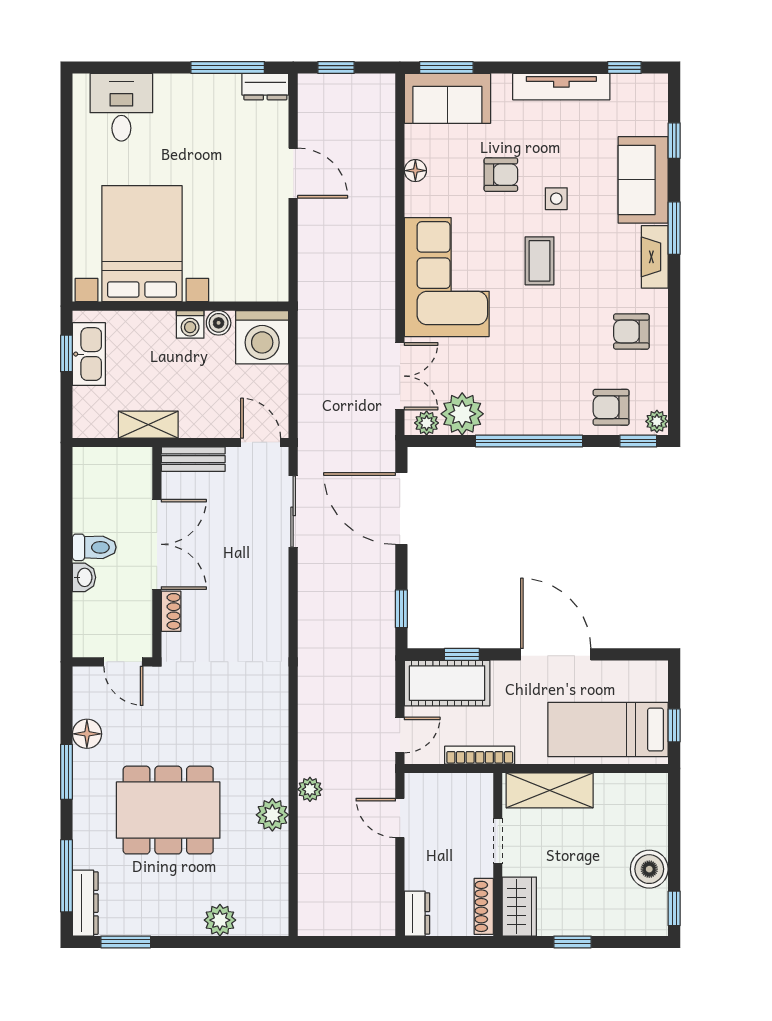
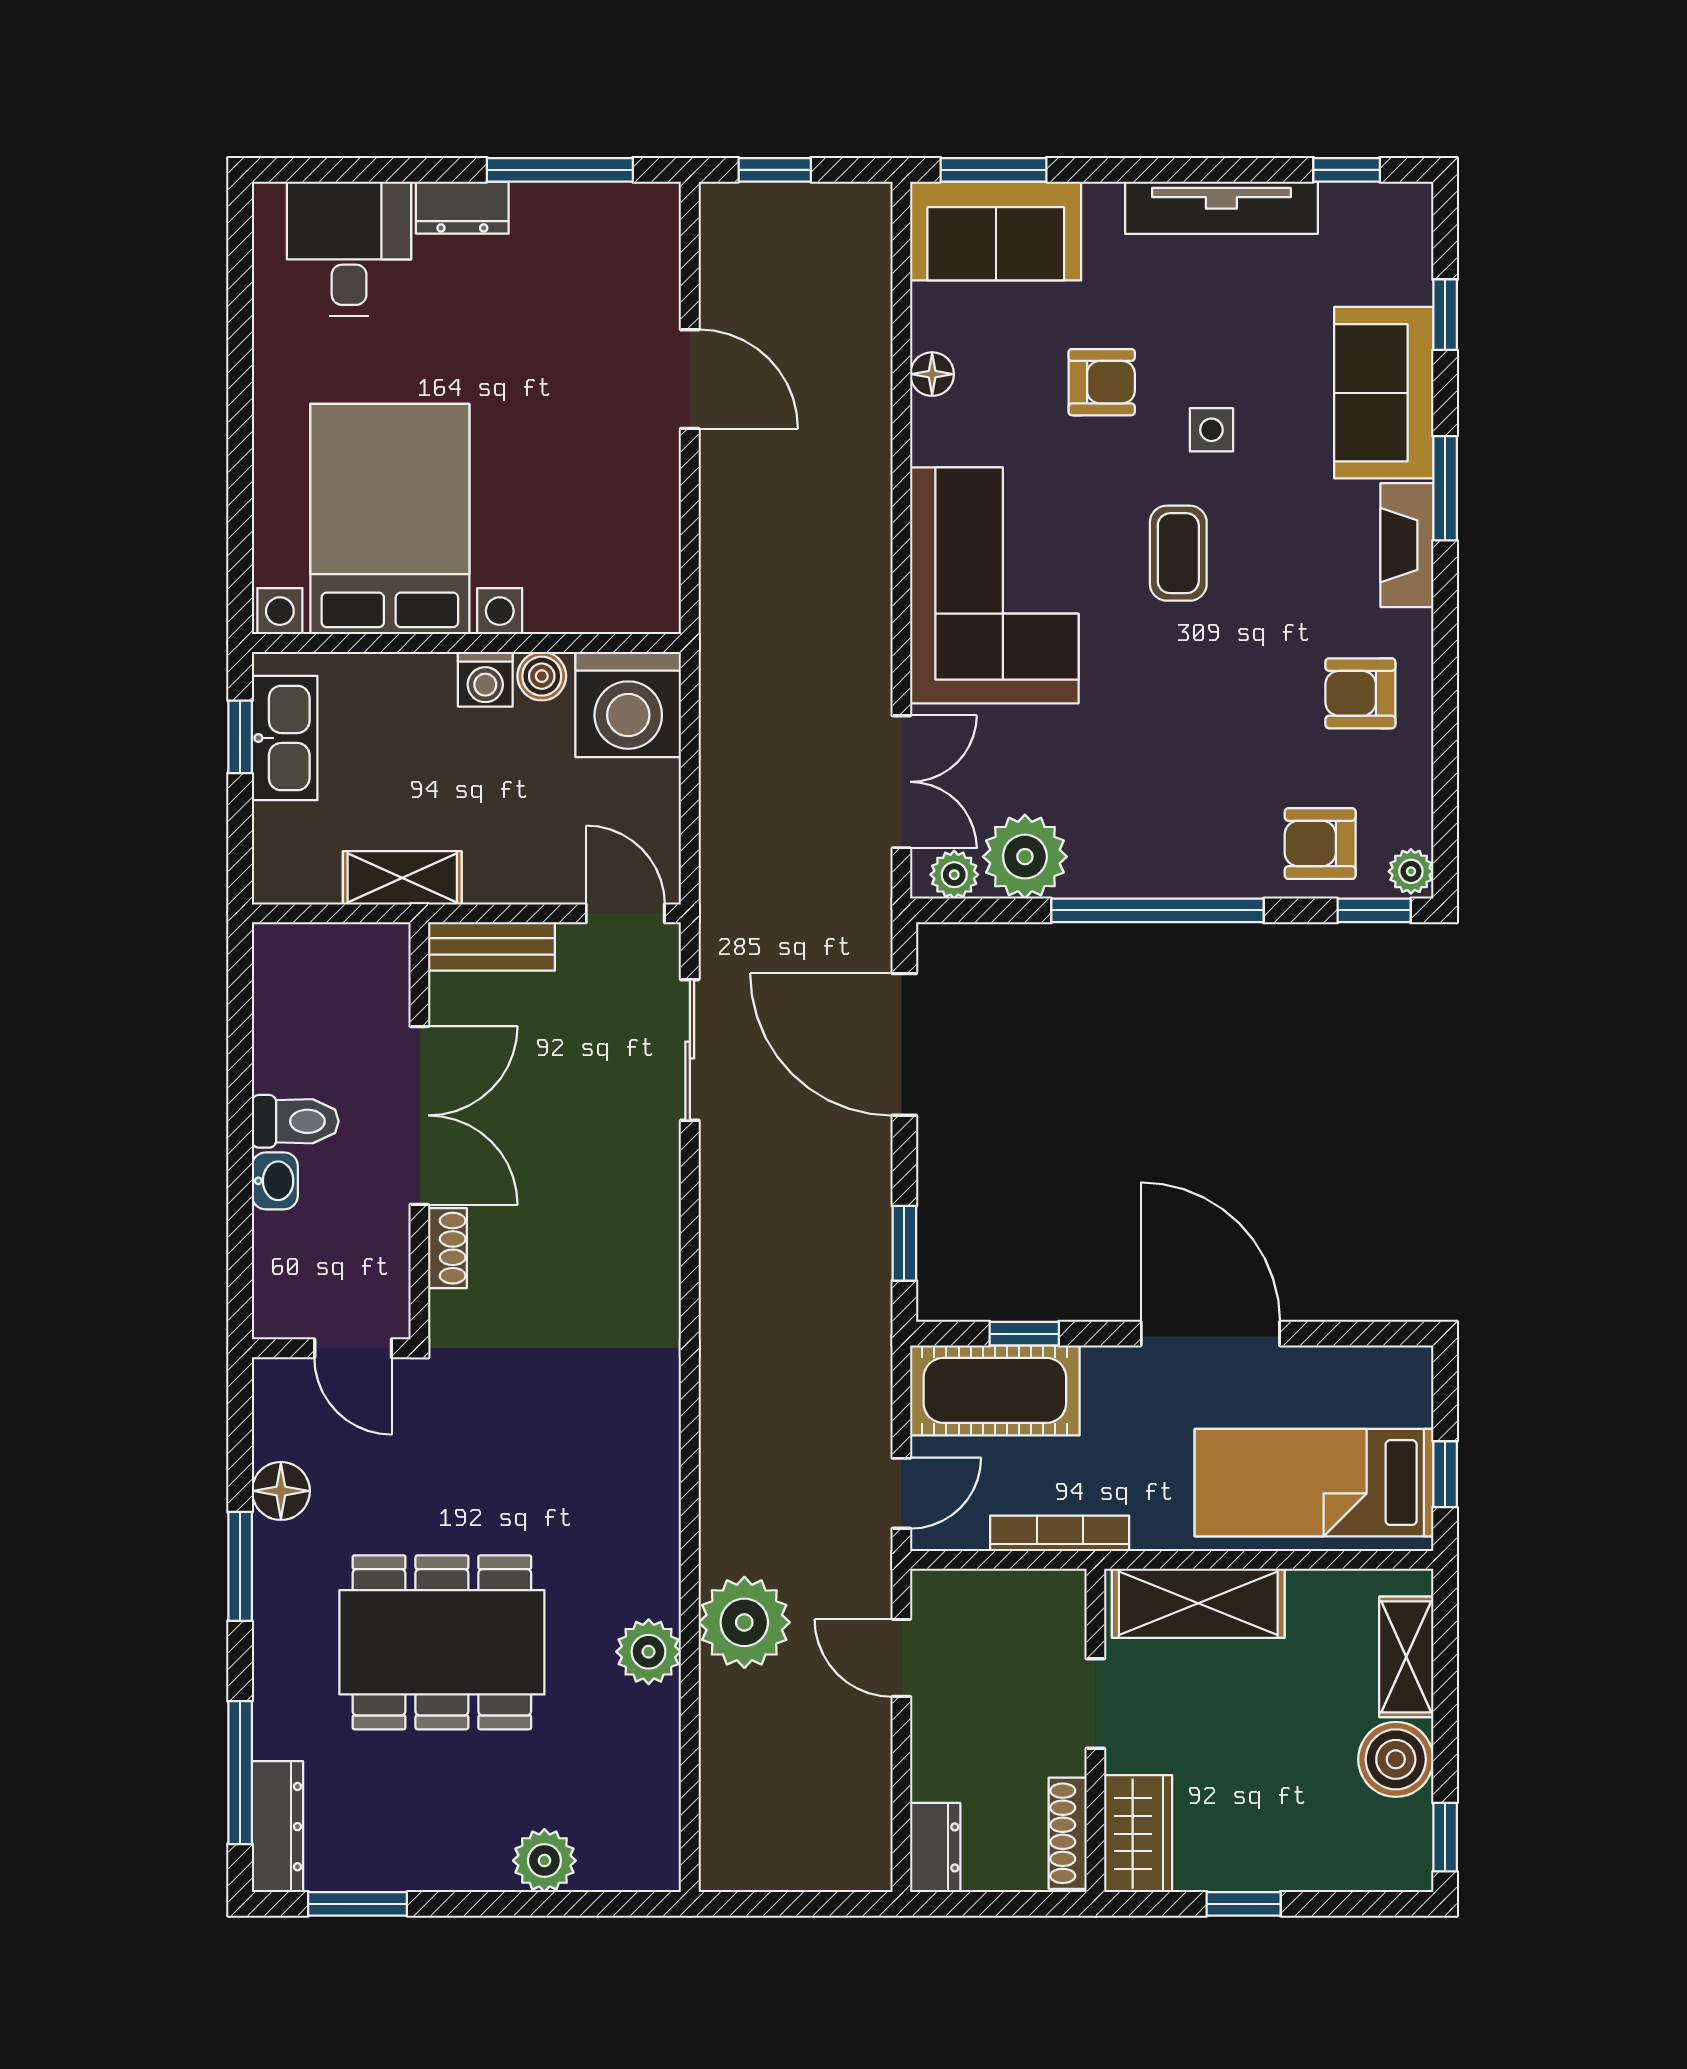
dresser: (265, 87) -> (462, 208), moved
plant: (310, 789) -> (744, 1622), width x1.87, depth x1.87
shelving: (654, 817) -> (1406, 1657), added

